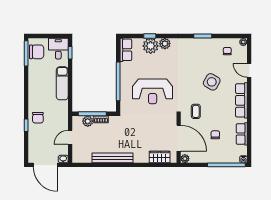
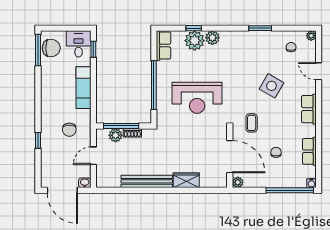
row of seats: (241, 100) -> (309, 109), width x0.68
chair: (38, 118) -> (69, 130), moved
wardrobe: (160, 157) -> (186, 180), moved

